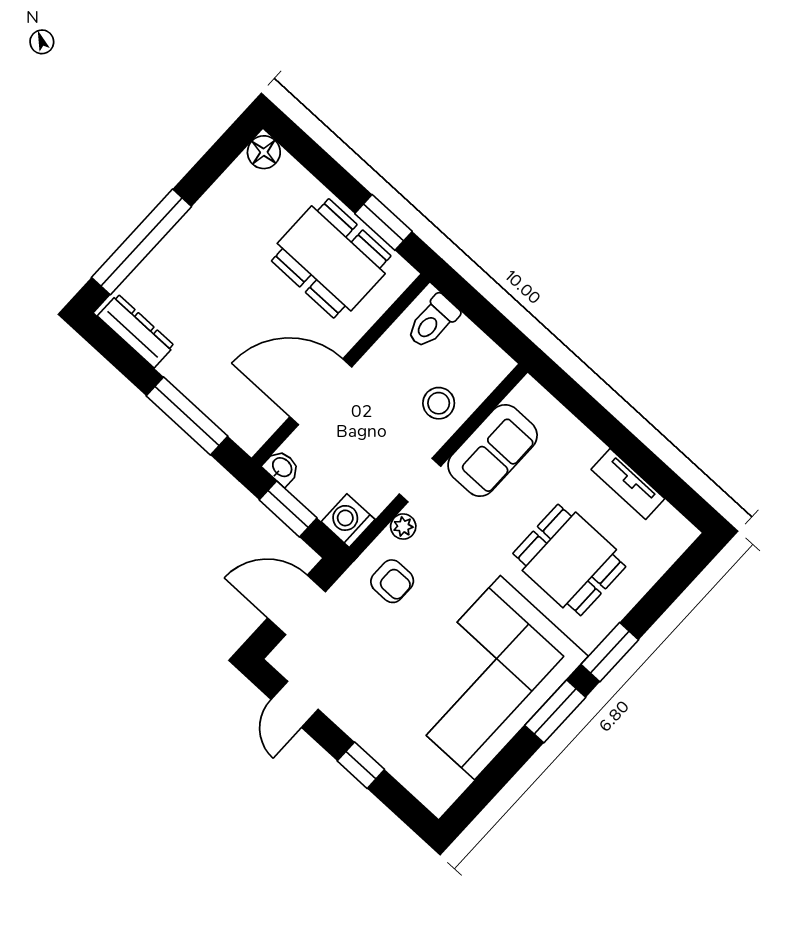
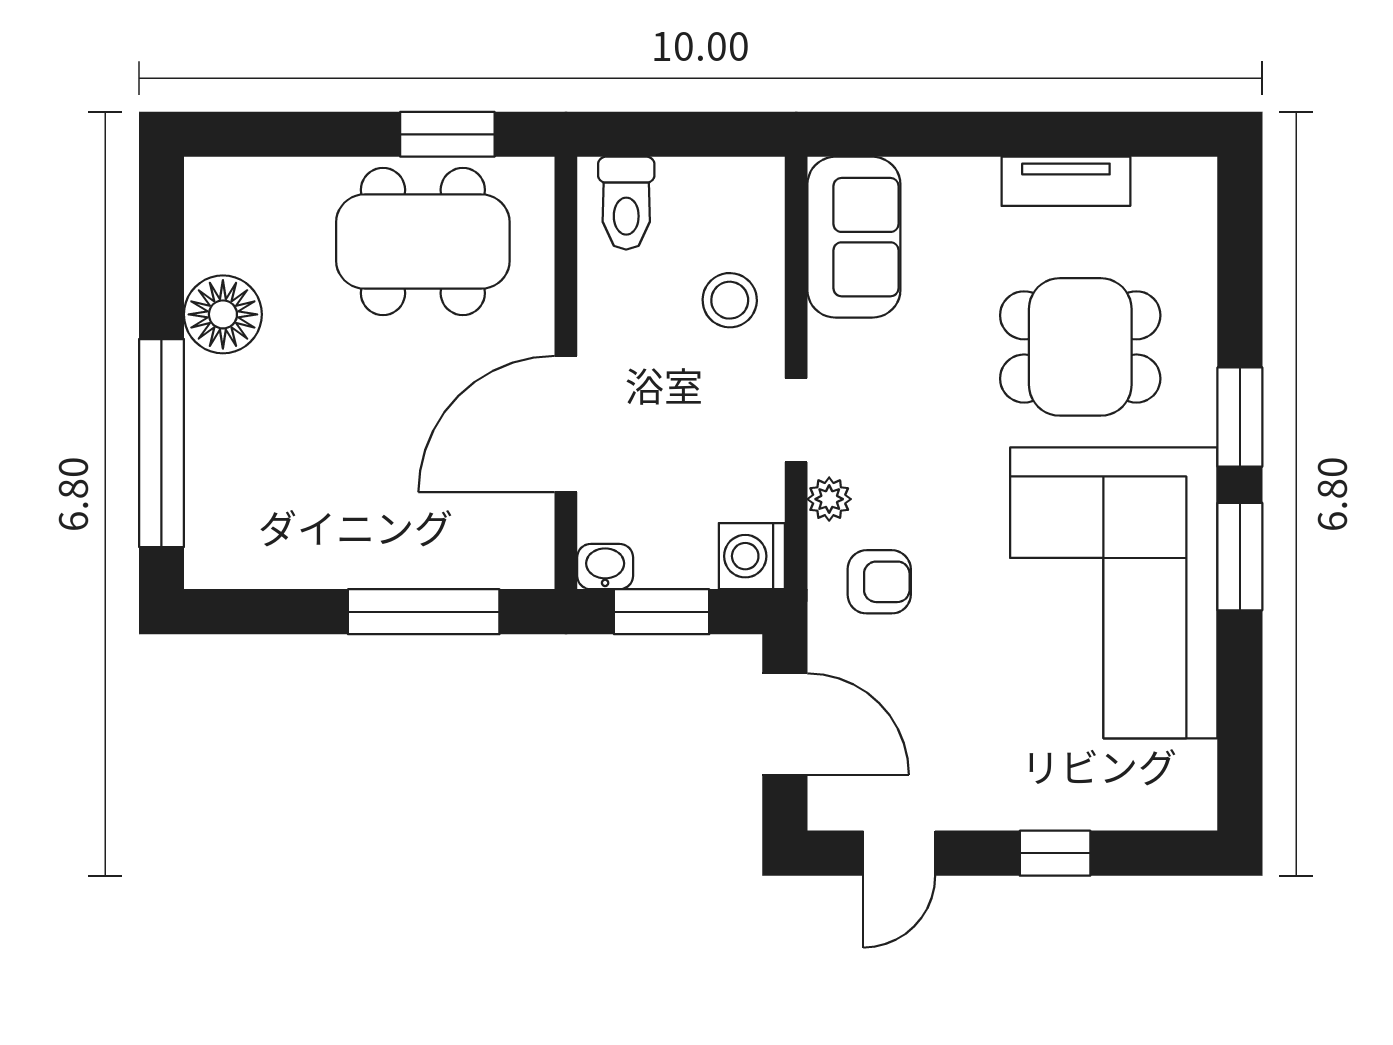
floor lamp: (264, 152) -> (223, 314), moved, width x1.38, depth x1.38
dresser: (136, 331) -> (259, 563), removed
sofa: (493, 450) -> (854, 237), moved
door: (297, 605) -> (785, 724), swing flipped
door: (295, 704) -> (899, 853), hinge flipped

